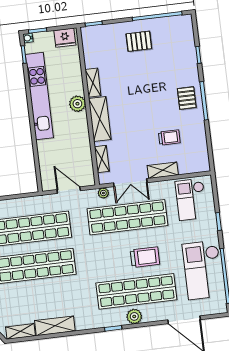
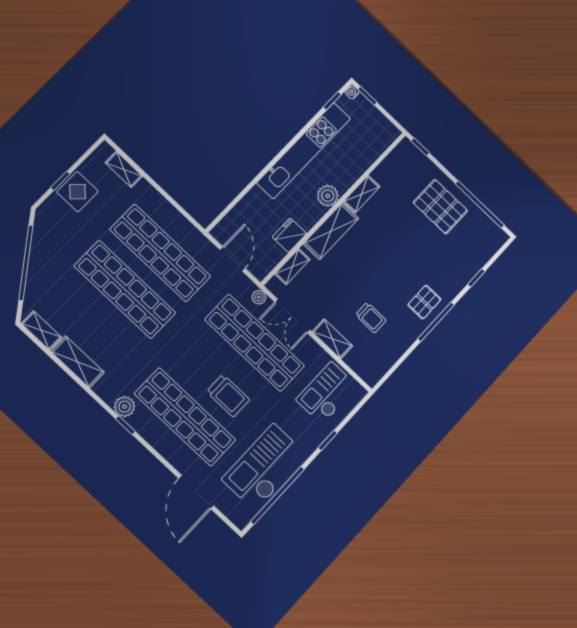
fridge: (65, 38) -> (289, 235), moved, turned 90
pallet: (139, 41) -> (440, 207), width x1.50, depth x1.42
plant: (134, 316) -> (124, 407), moved

